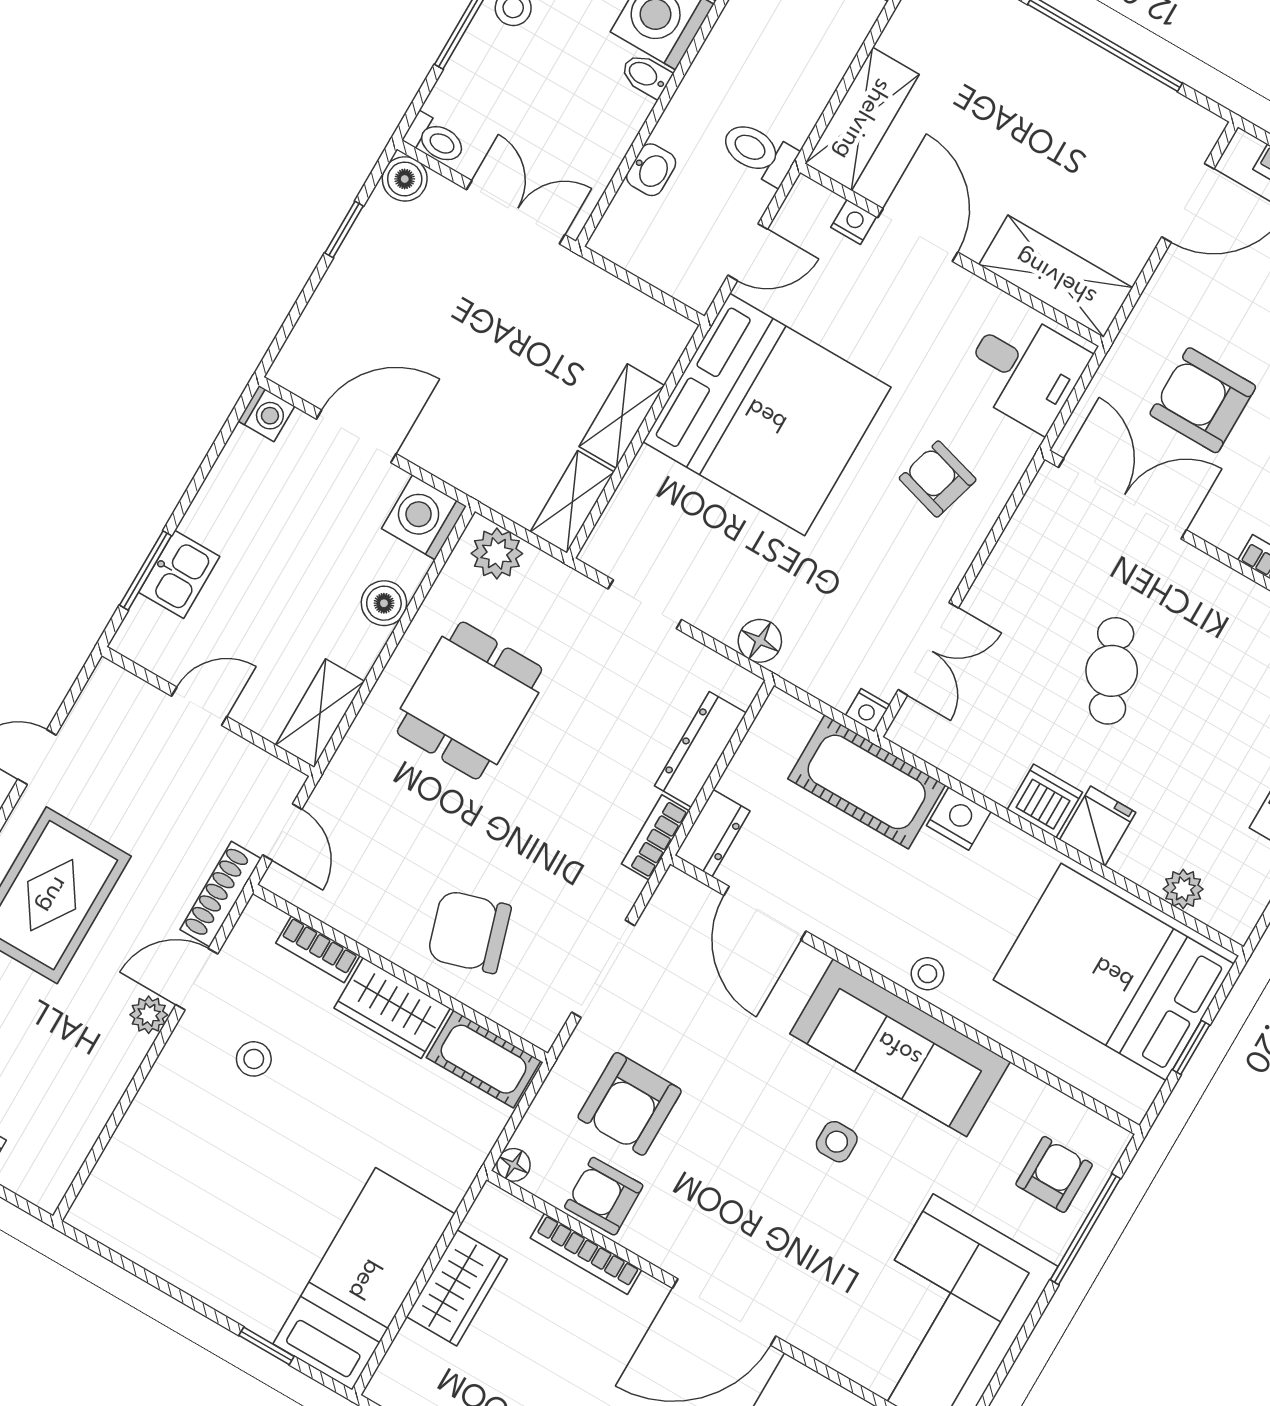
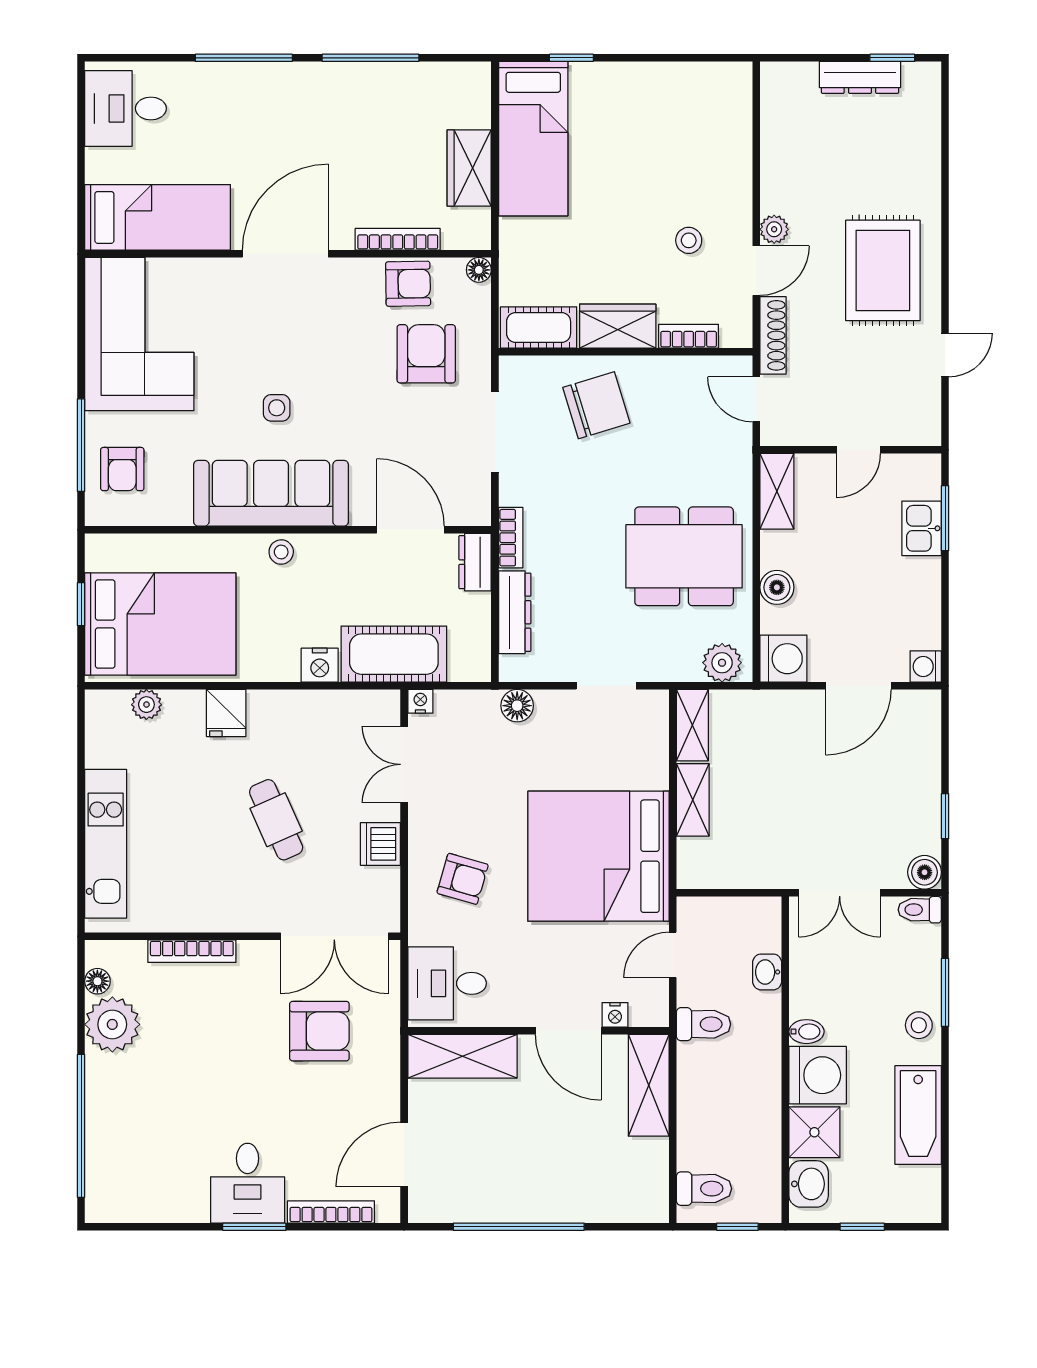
dining table: (470, 701) -> (684, 556), width x1.37
dishwasher: (1045, 801) -> (380, 844), moved, turned 90

